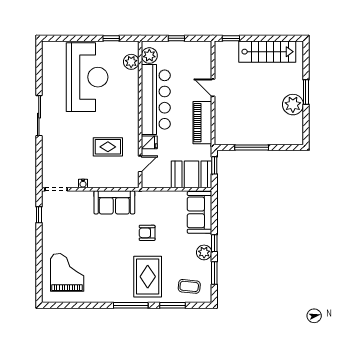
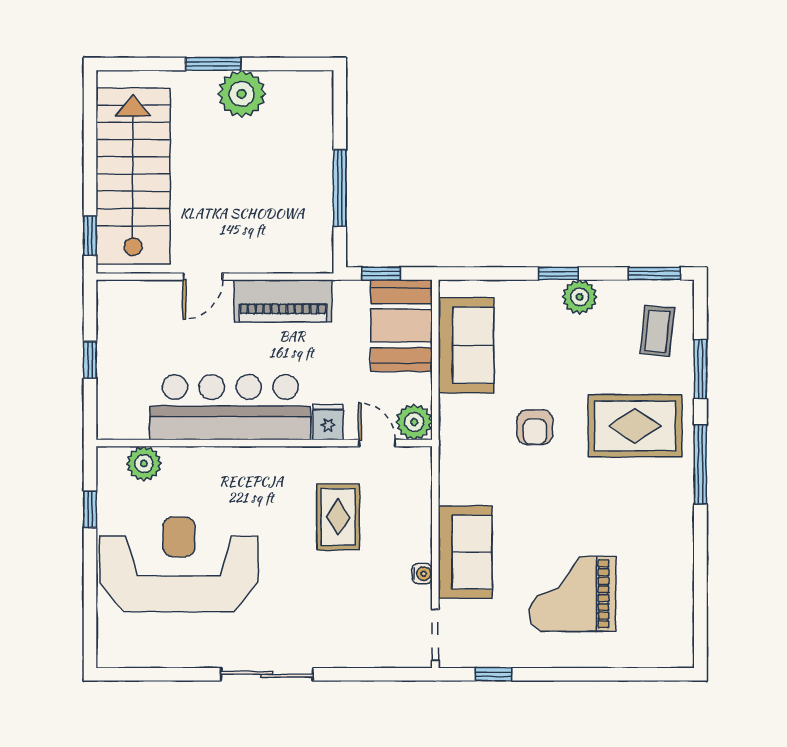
stairs: (267, 52) -> (133, 176), width x1.36, depth x1.51
plant: (149, 56) -> (414, 422), moved
sofa: (114, 202) -> (465, 552), moved
sofa: (199, 212) -> (466, 345), moved, turned -90
grand piano: (67, 272) -> (572, 594), moved
window: (214, 273) -> (654, 274), moved

